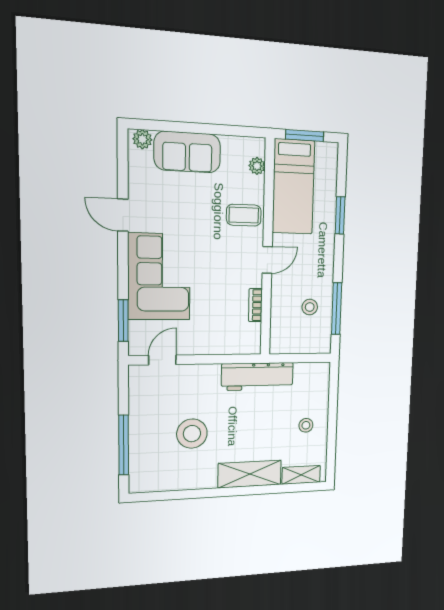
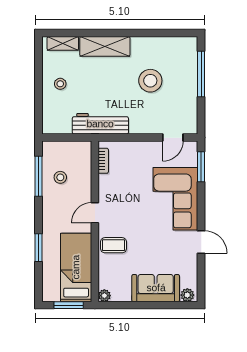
plant: (257, 166) -> (104, 296), moved
bookcase: (255, 305) -> (103, 161), moved

